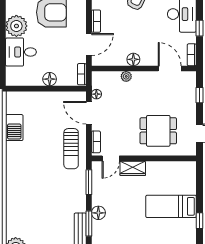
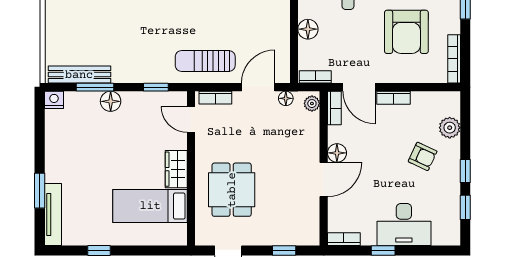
bookcase: (103, 61) -> (334, 108), added
door: (170, 68) -> (324, 180), moved
plant: (126, 76) -> (312, 104), moved
wardrobe: (133, 168) -> (176, 169), moved
window: (89, 182) -> (156, 87), width x0.67
bed: (171, 206) -> (150, 206), moved, turned -90

